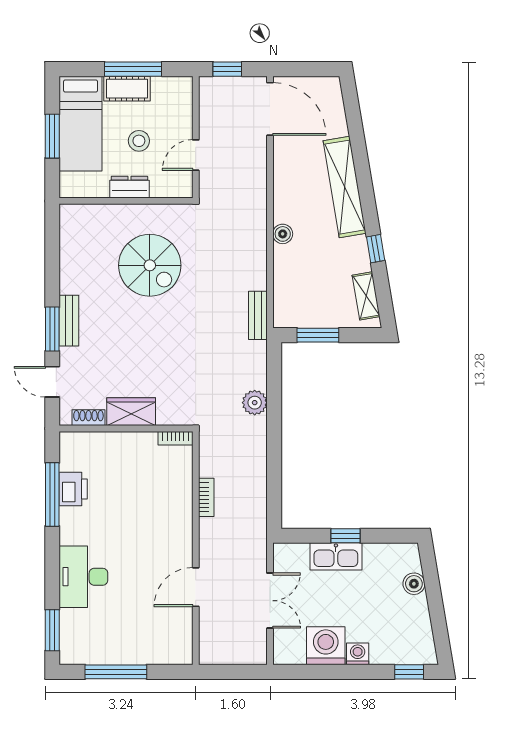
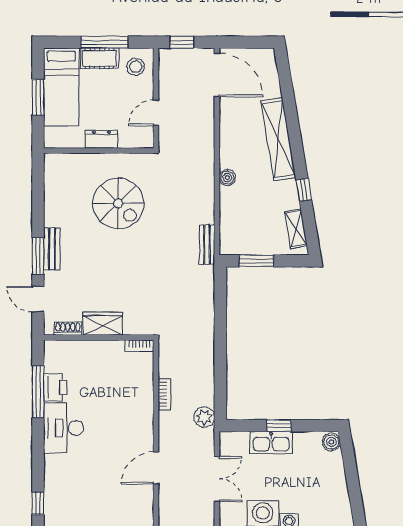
stool: (139, 141) -> (136, 67), moved
plant: (255, 403) -> (204, 417), moved
desk: (83, 577) -> (64, 428), moved
boiler: (414, 584) -> (331, 442), moved
window: (52, 630) -> (38, 503), width x0.67

